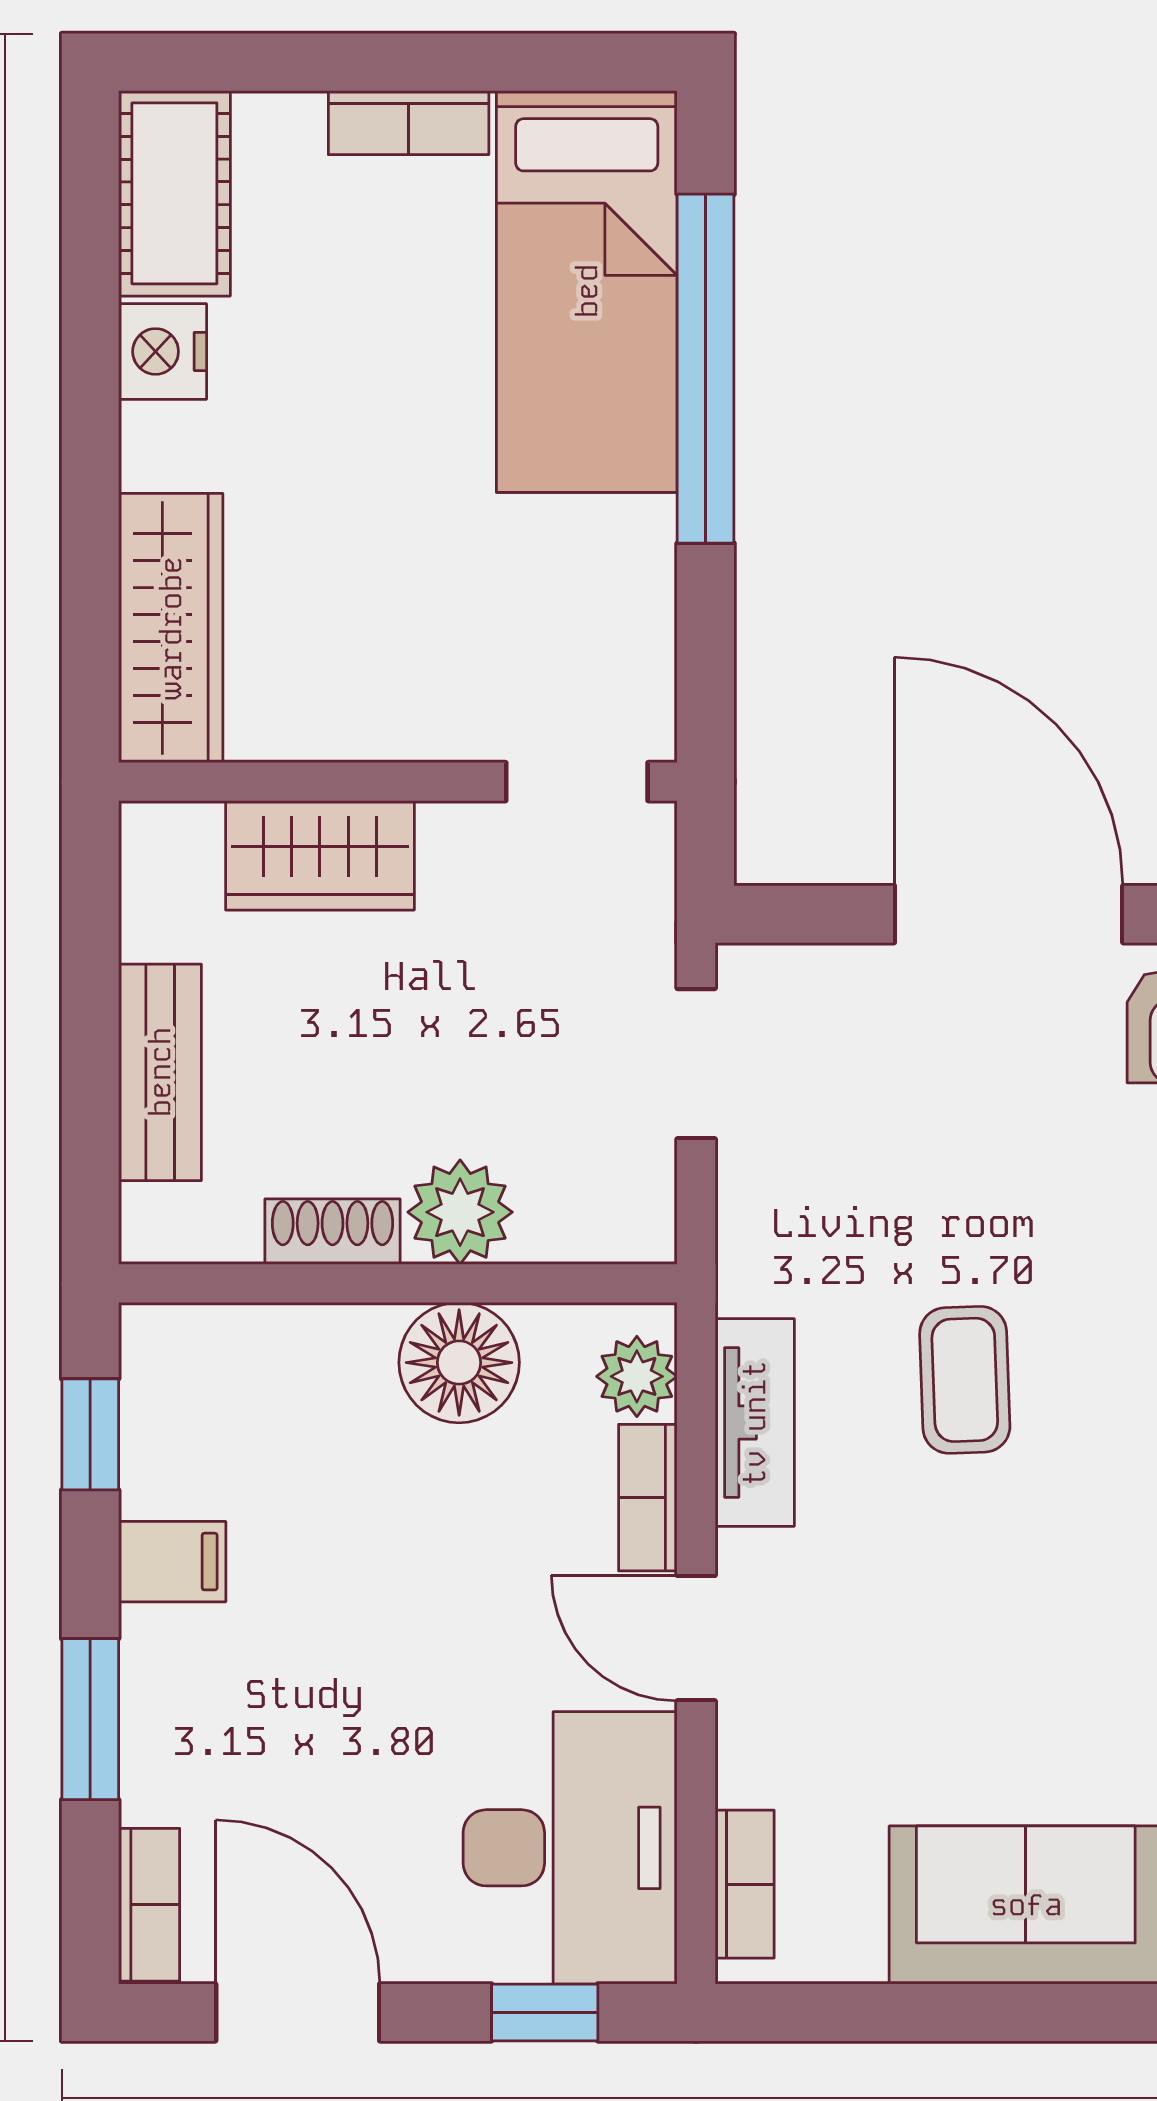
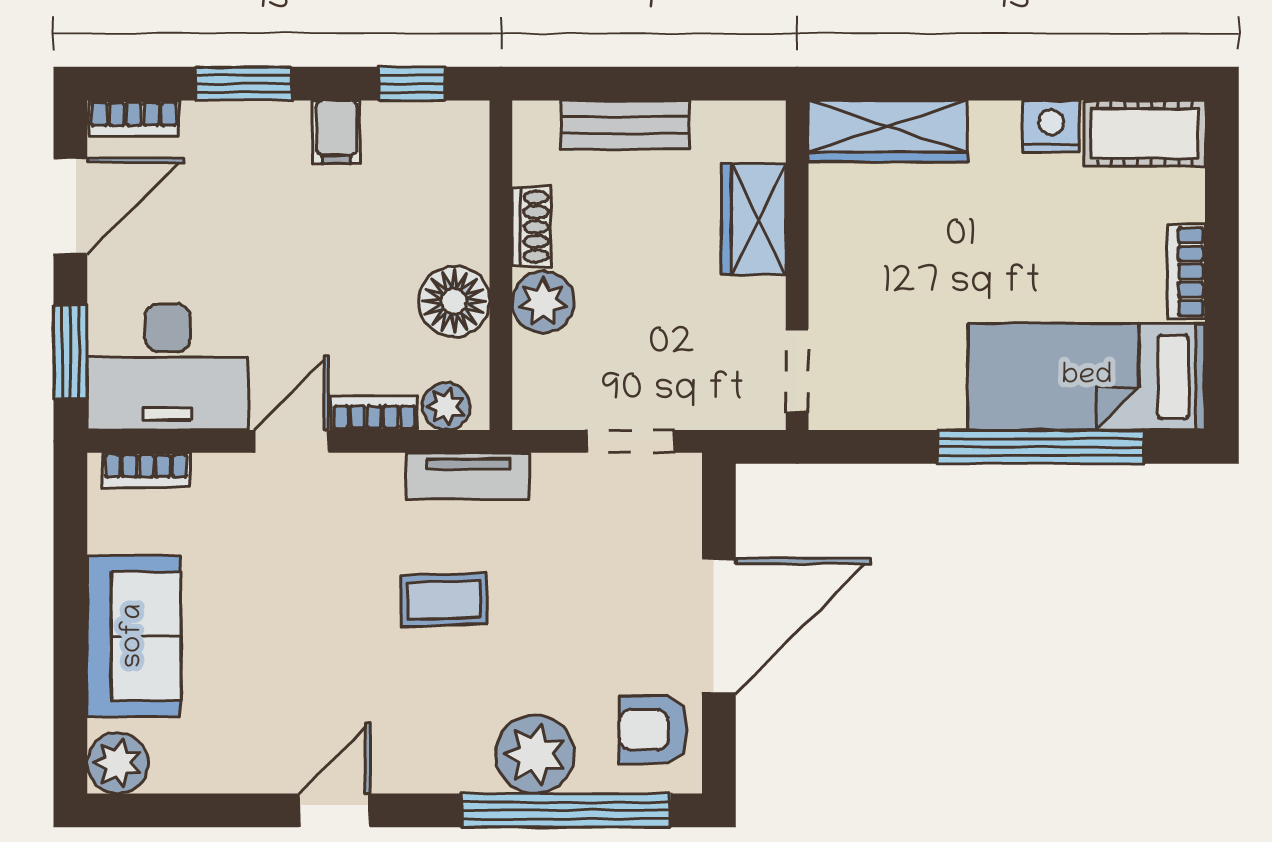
tv unit: (755, 1423) -> (468, 476), moved
window: (545, 2012) -> (70, 352), width x1.50

